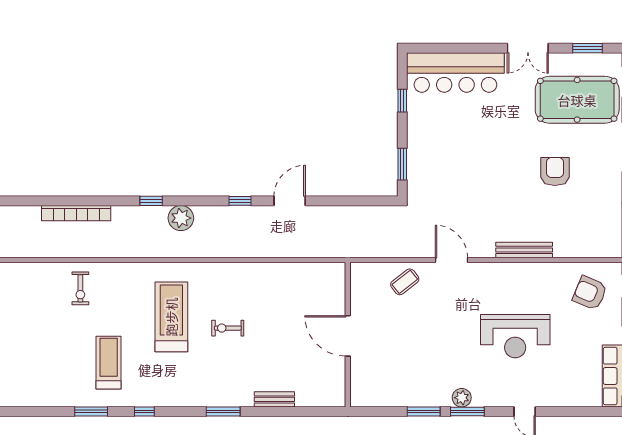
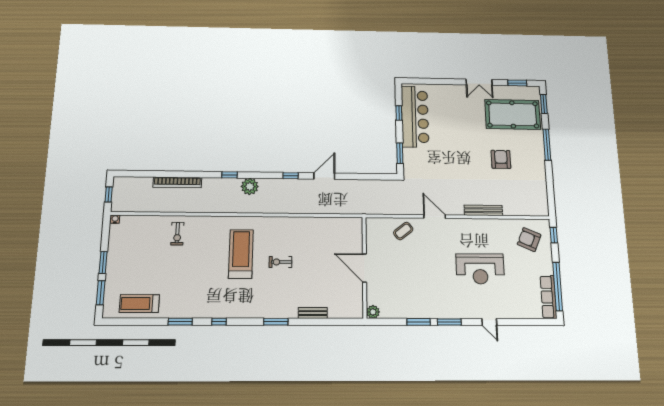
bar counter: (455, 72) -> (415, 117), moved, turned -90
treadmill: (109, 363) -> (139, 304), moved, turned -90
plant: (462, 398) -> (373, 312), moved

